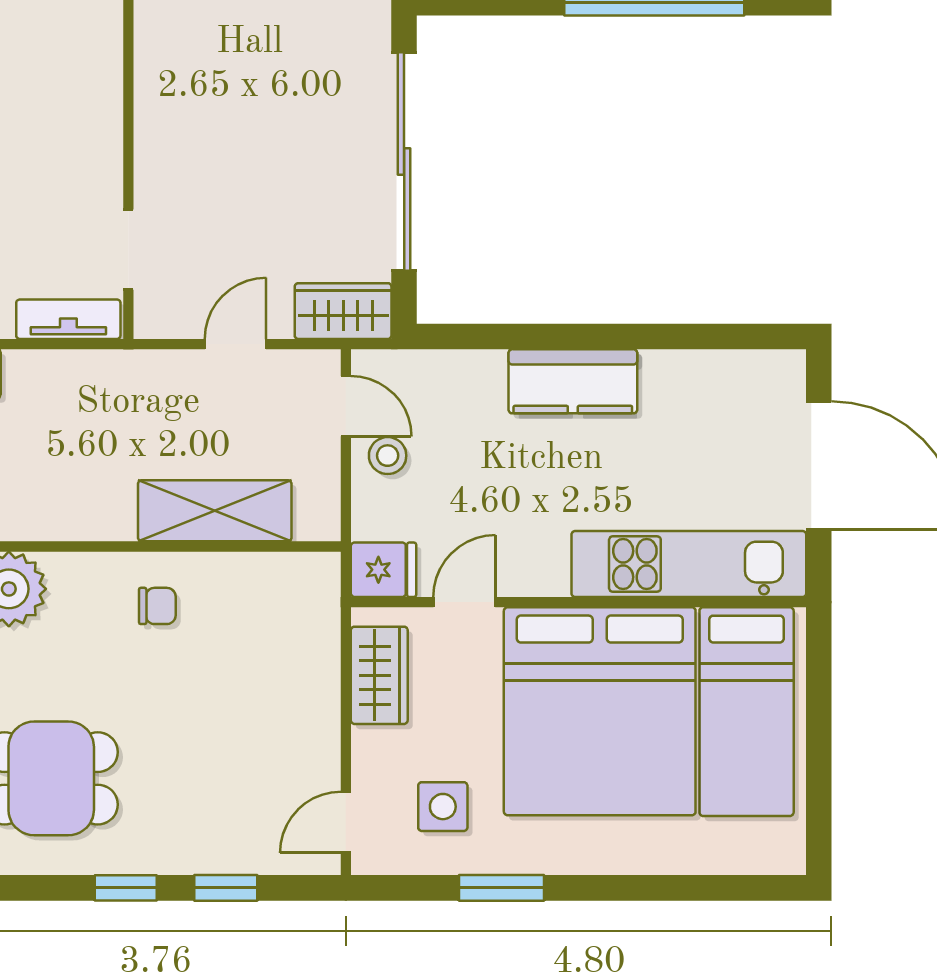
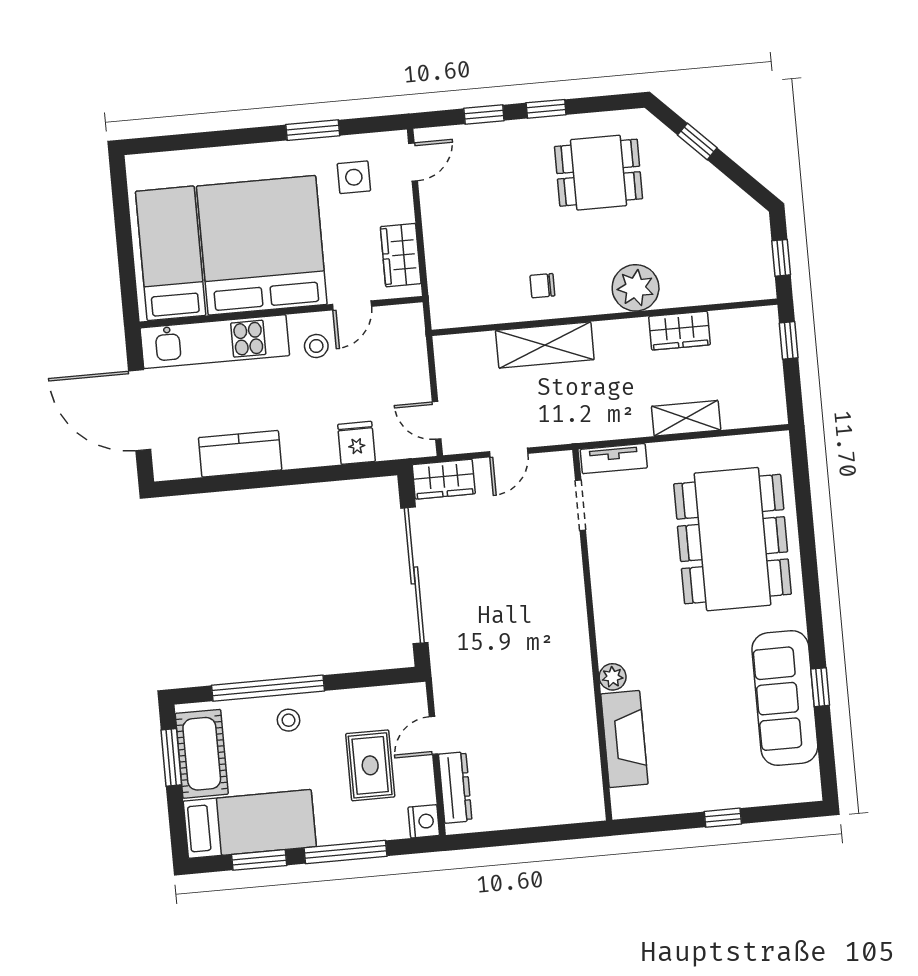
kitchen counter: (573, 381) -> (240, 454), moved
stool: (388, 456) -> (316, 346), moved
shelving: (215, 511) -> (545, 345), moved
fridge: (384, 570) -> (356, 443), moved, turned 90

